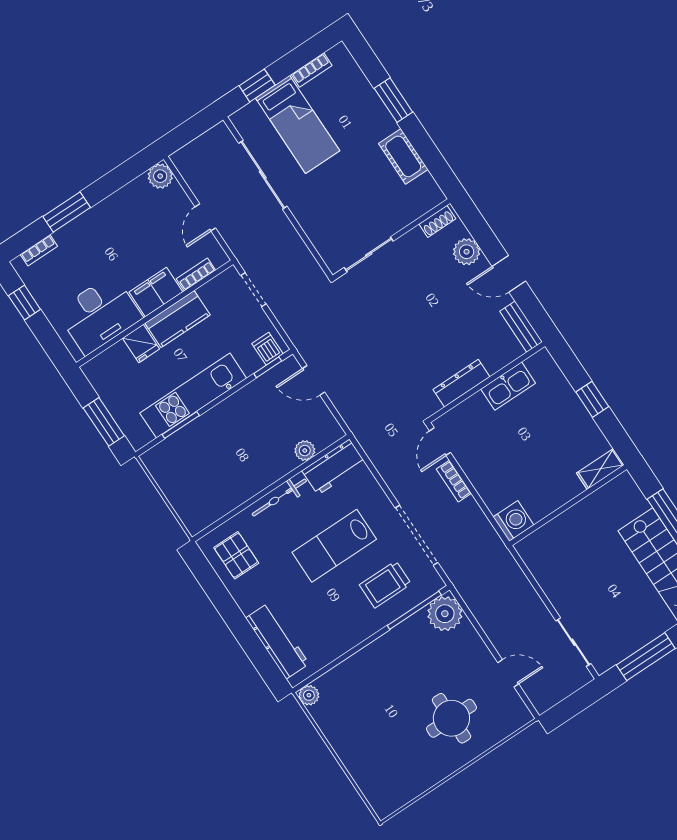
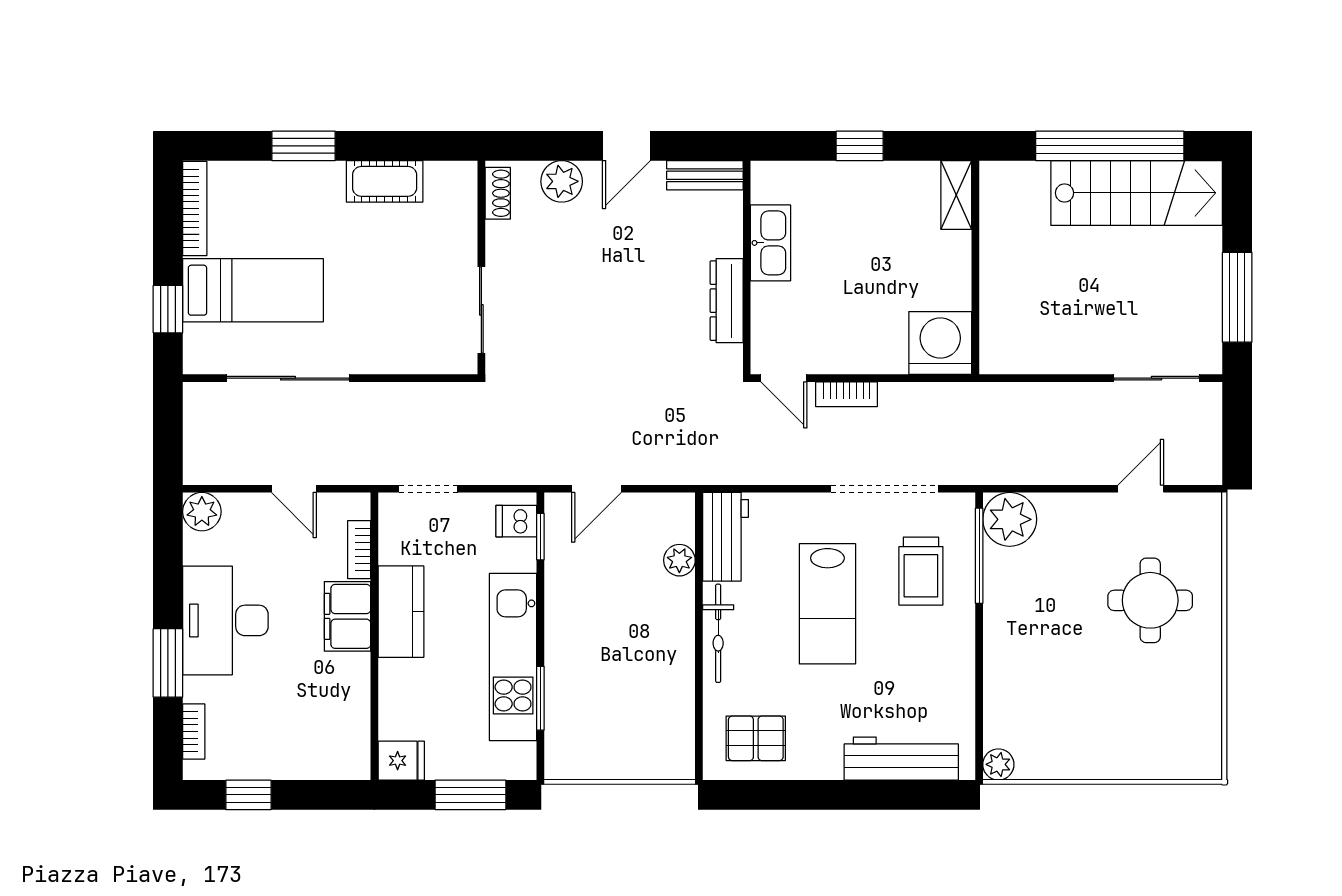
bookcase: (312, 70) -> (195, 208), width x1.56
desk: (99, 314) -> (225, 620), moved, turned 180
fridge: (141, 344) -> (401, 761), moved
washing machine: (513, 521) -> (940, 343), width x1.37, depth x1.37

